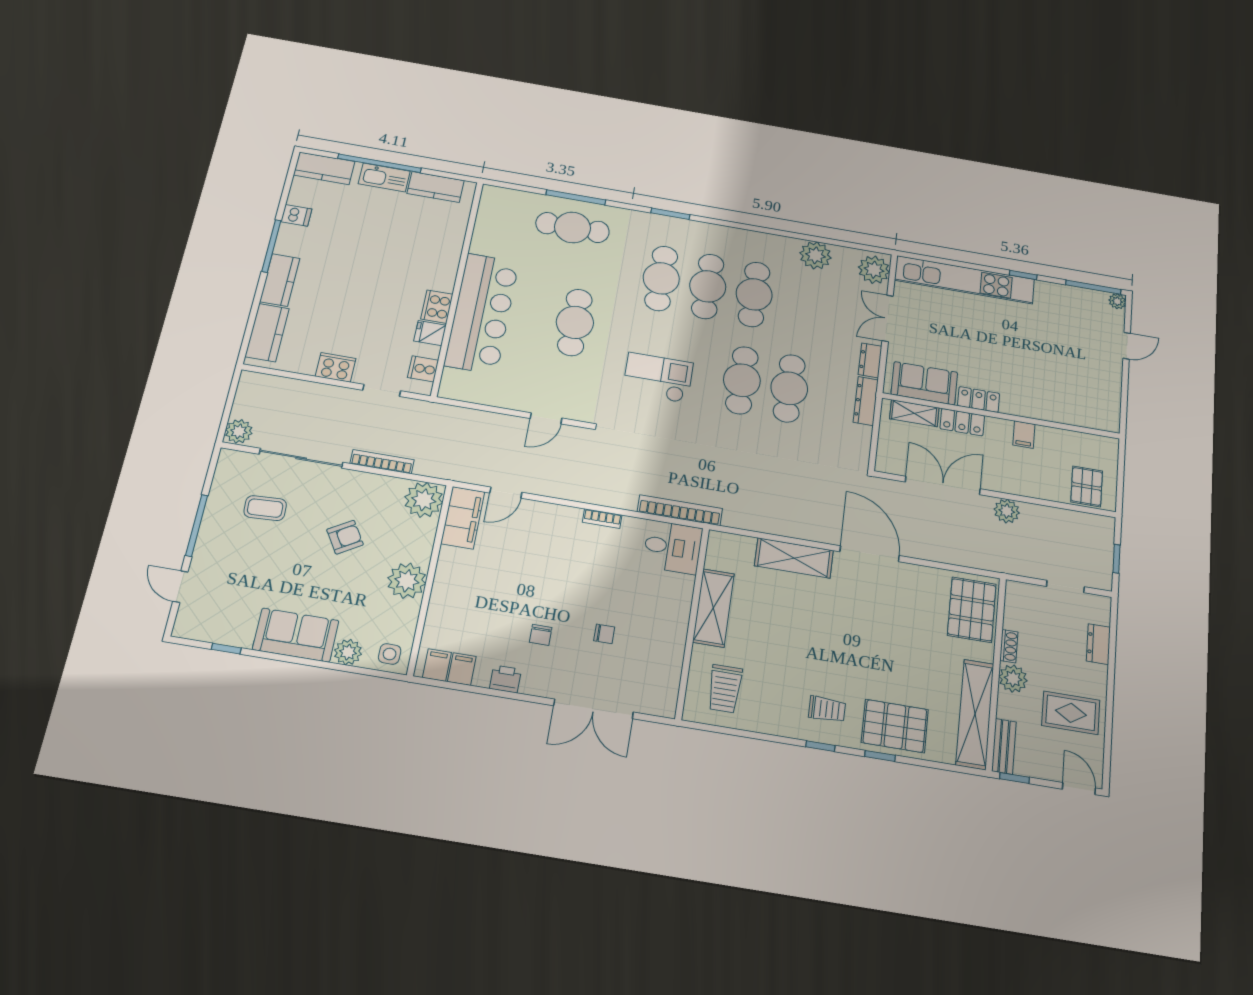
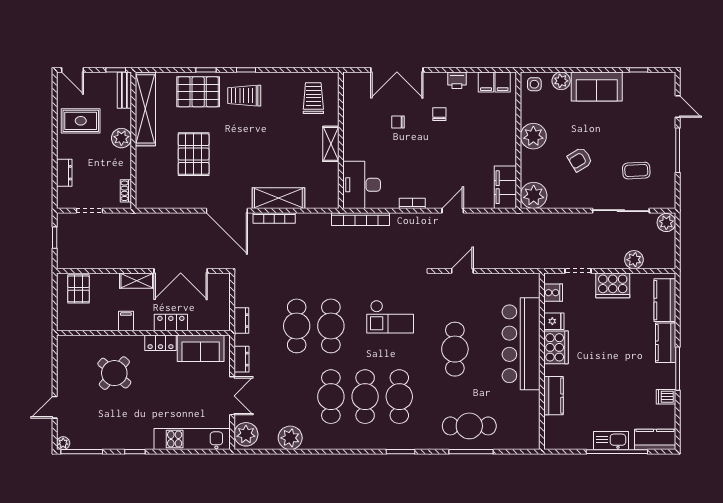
kitchen counter: (436, 187) -> (554, 396), moved, turned 90
kitchen unit: (965, 280) -> (192, 439), width x0.73
cooker: (437, 307) -> (556, 347), width x1.37, depth x1.31
cooker: (336, 367) -> (613, 285), width x1.37, depth x1.31
round table: (1044, 373) -> (114, 373), added
dresser: (866, 401) -> (241, 321), width x0.70
shelving: (914, 413) -> (137, 281), moved
bookcase: (382, 462) -> (274, 218), moved
door: (506, 493) -> (453, 211), moved
plant: (1007, 511) -> (634, 260), moved
desk: (673, 547) -> (362, 185), width x1.37
shelving: (713, 608) -> (331, 144), width x0.67, depth x0.75
pallet: (972, 610) -> (194, 154), moved
shoe rack: (1009, 646) -> (126, 191), moved
double door: (593, 709) -> (397, 70), swing flipped
trolley: (827, 709) -> (244, 96), width x1.36, depth x1.39

